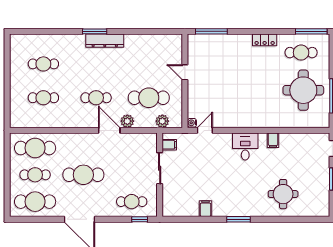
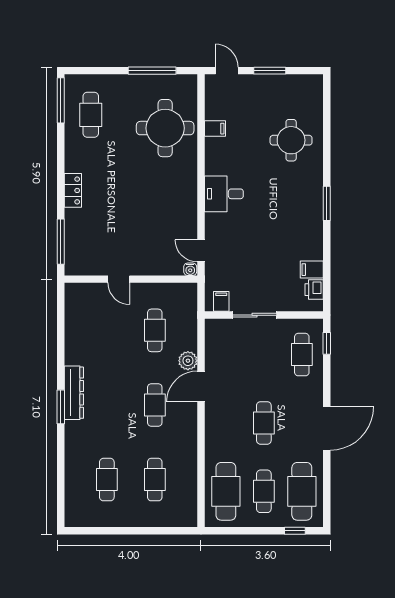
locker: (265, 40) -> (73, 190), moved
door: (185, 72) -> (119, 279), hinge flipped
round table: (303, 90) -> (165, 128), moved
cafe table: (149, 98) -> (155, 330), width x0.73, depth x0.74
plant: (162, 121) -> (188, 311), removed
filing cabinet: (273, 140) -> (215, 129), moved
cafe table: (83, 175) -> (264, 423), width x0.73, depth x0.74
window: (7, 197) -> (295, 531), added
filing cabinet: (206, 209) -> (312, 270), moved
printer: (178, 210) -> (314, 290), added

